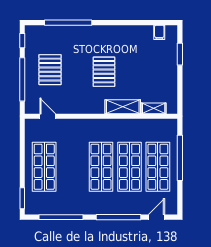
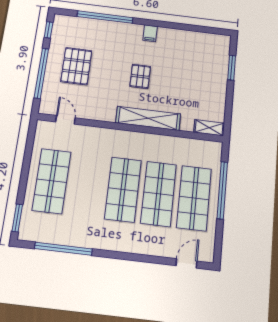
filing cabinet: (159, 32) -> (150, 33), moved
pallet: (104, 72) -> (140, 76), width x0.67, depth x0.71
shelving: (123, 107) -> (148, 118), width x1.47
shelving: (154, 108) -> (209, 128), moved
window: (118, 217) -> (138, 258), removed

